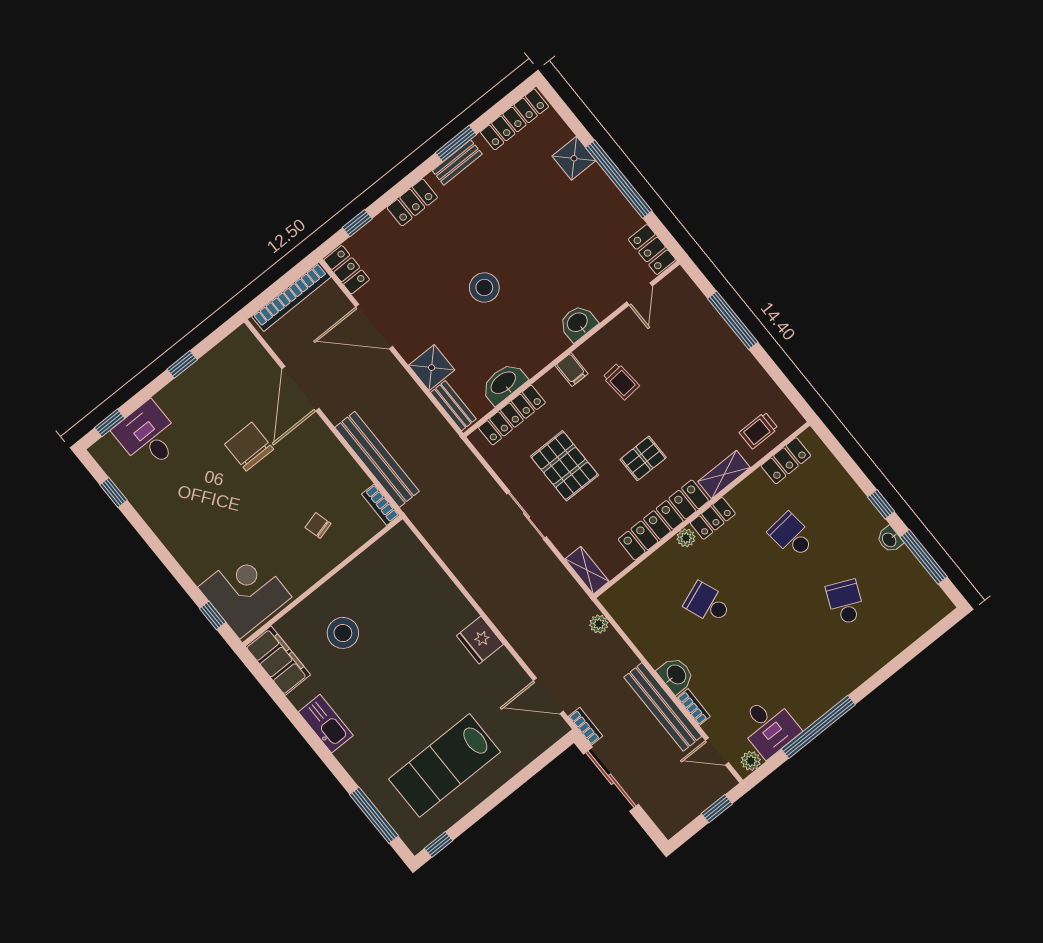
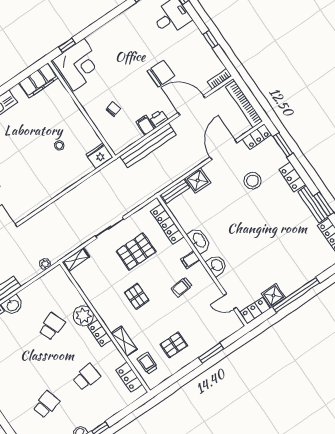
shower: (574, 158) -> (273, 296), moved
bench: (457, 162) -> (313, 204), width x1.36
window: (357, 223) -> (283, 145), width x1.50
stool: (484, 288) -> (252, 181), moved
window: (733, 320) -> (211, 353), width x0.69
washbasin: (504, 383) -> (199, 240), moved
pallet: (723, 387) -> (174, 345), added
printer: (328, 445) -> (158, 118), added
filing cabinet: (342, 467) -> (145, 125), added
bookcase: (381, 505) -> (220, 79), moved
locker: (663, 520) -> (101, 305), removed
plant: (686, 538) -> (83, 316), width x1.88, depth x1.88
school desk: (845, 602) -> (46, 404), turned -39
stool: (343, 633) -> (59, 145), moved, width x0.53, depth x0.53
fridge: (480, 640) -> (99, 156), moved

